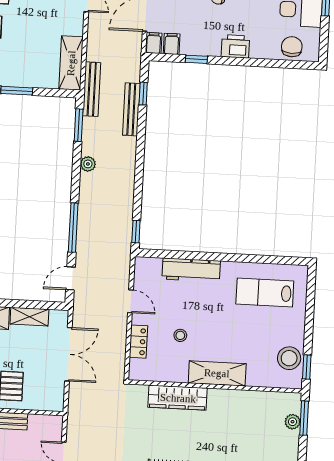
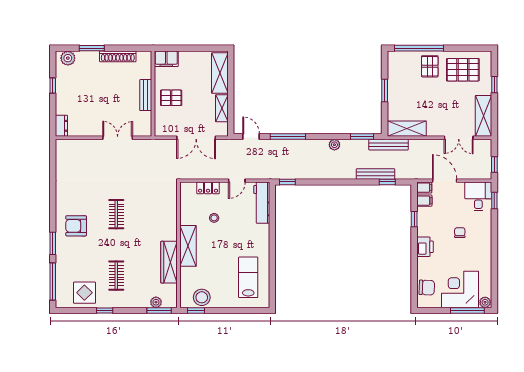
workbench: (191, 270) -> (262, 203), moved
wardrobe: (178, 398) -> (169, 262), moved

